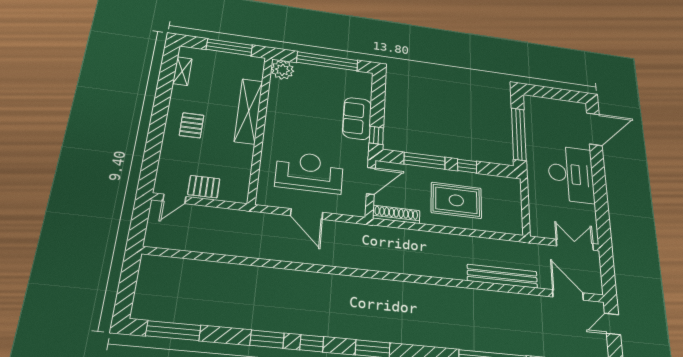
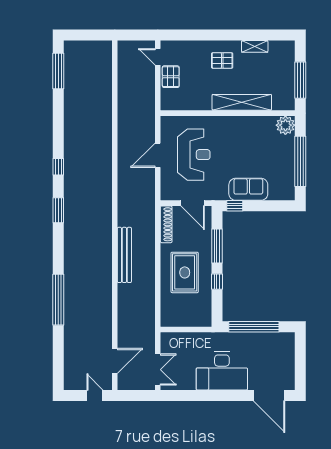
shelving: (182, 71) -> (255, 46), moved
bench: (502, 276) -> (124, 255), moved
window: (267, 339) -> (58, 135), removed

